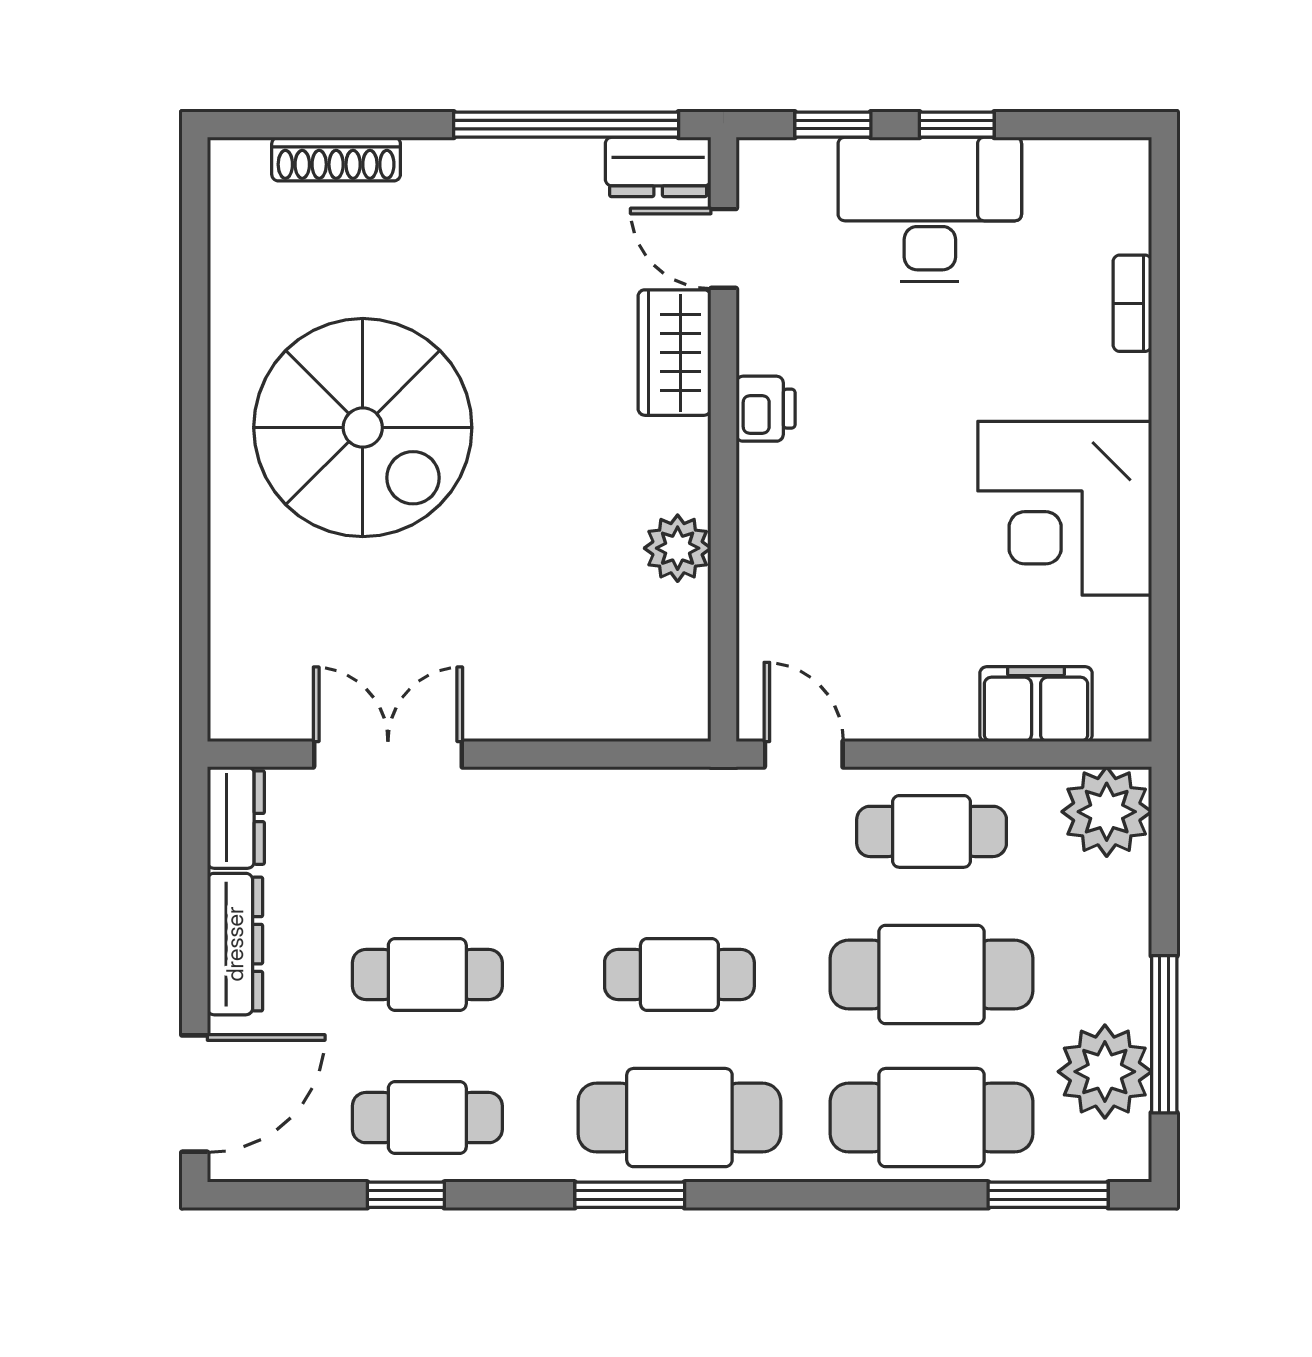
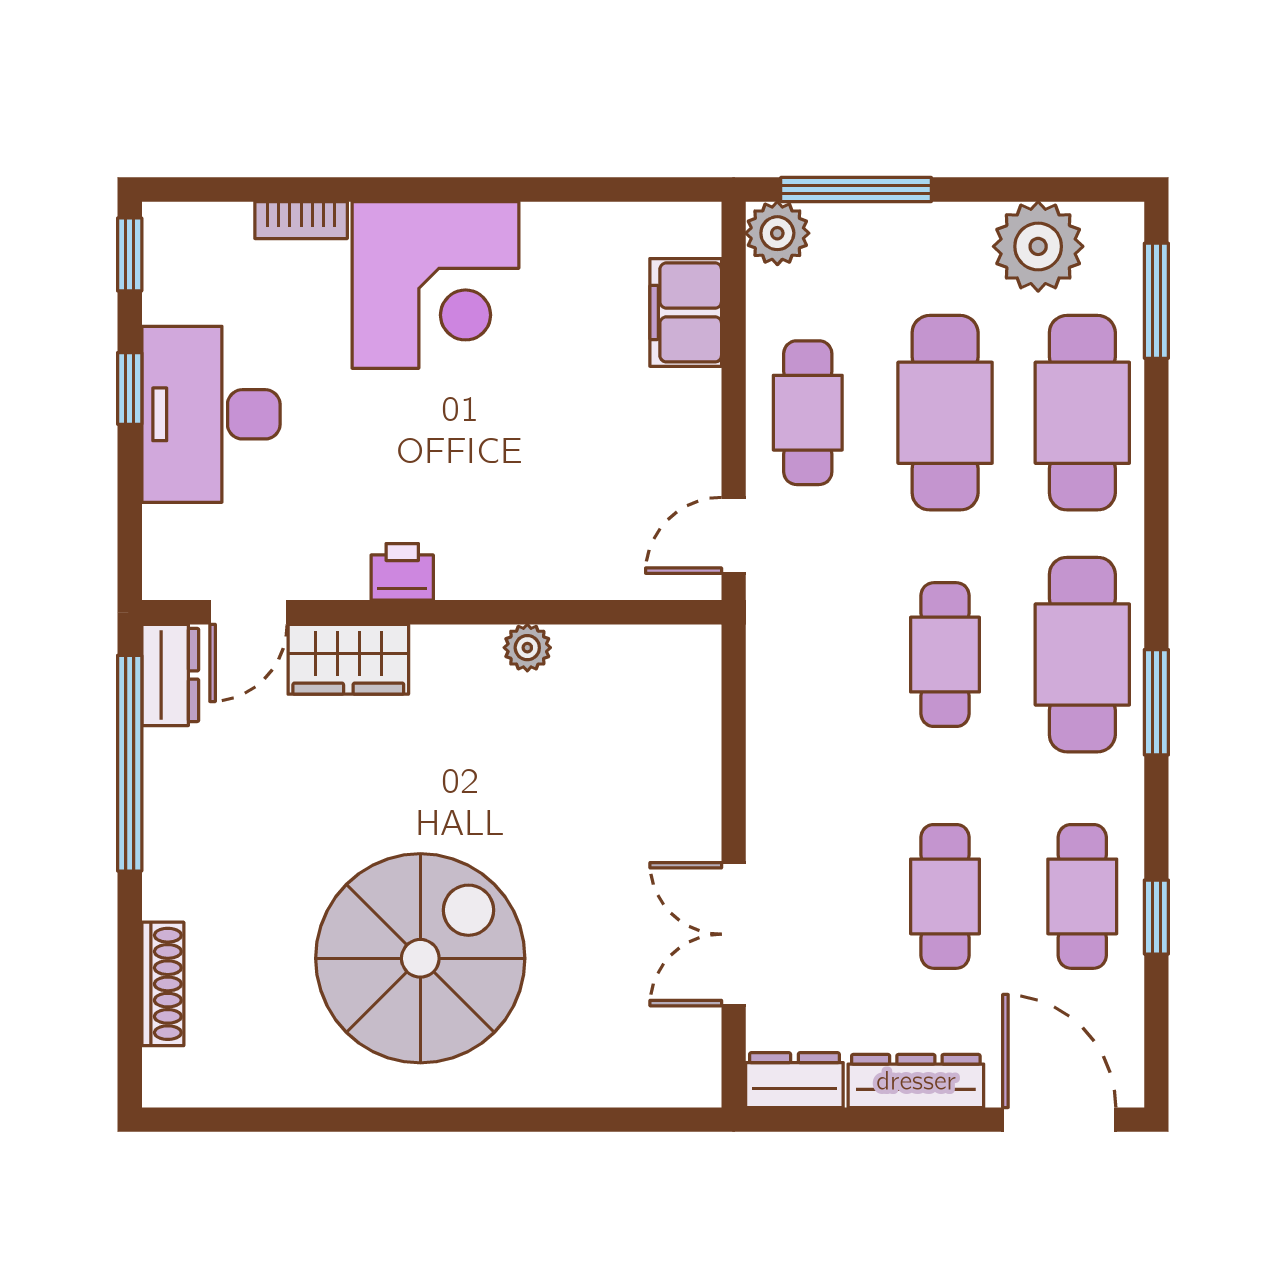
window: (833, 125) -> (130, 254), moved
corner desk: (1065, 508) -> (435, 285), moved
plant: (678, 548) -> (527, 648), width x0.73, depth x0.73
plant: (1107, 812) -> (777, 233), width x0.73, depth x0.73
window: (1164, 1034) -> (856, 189), moved

